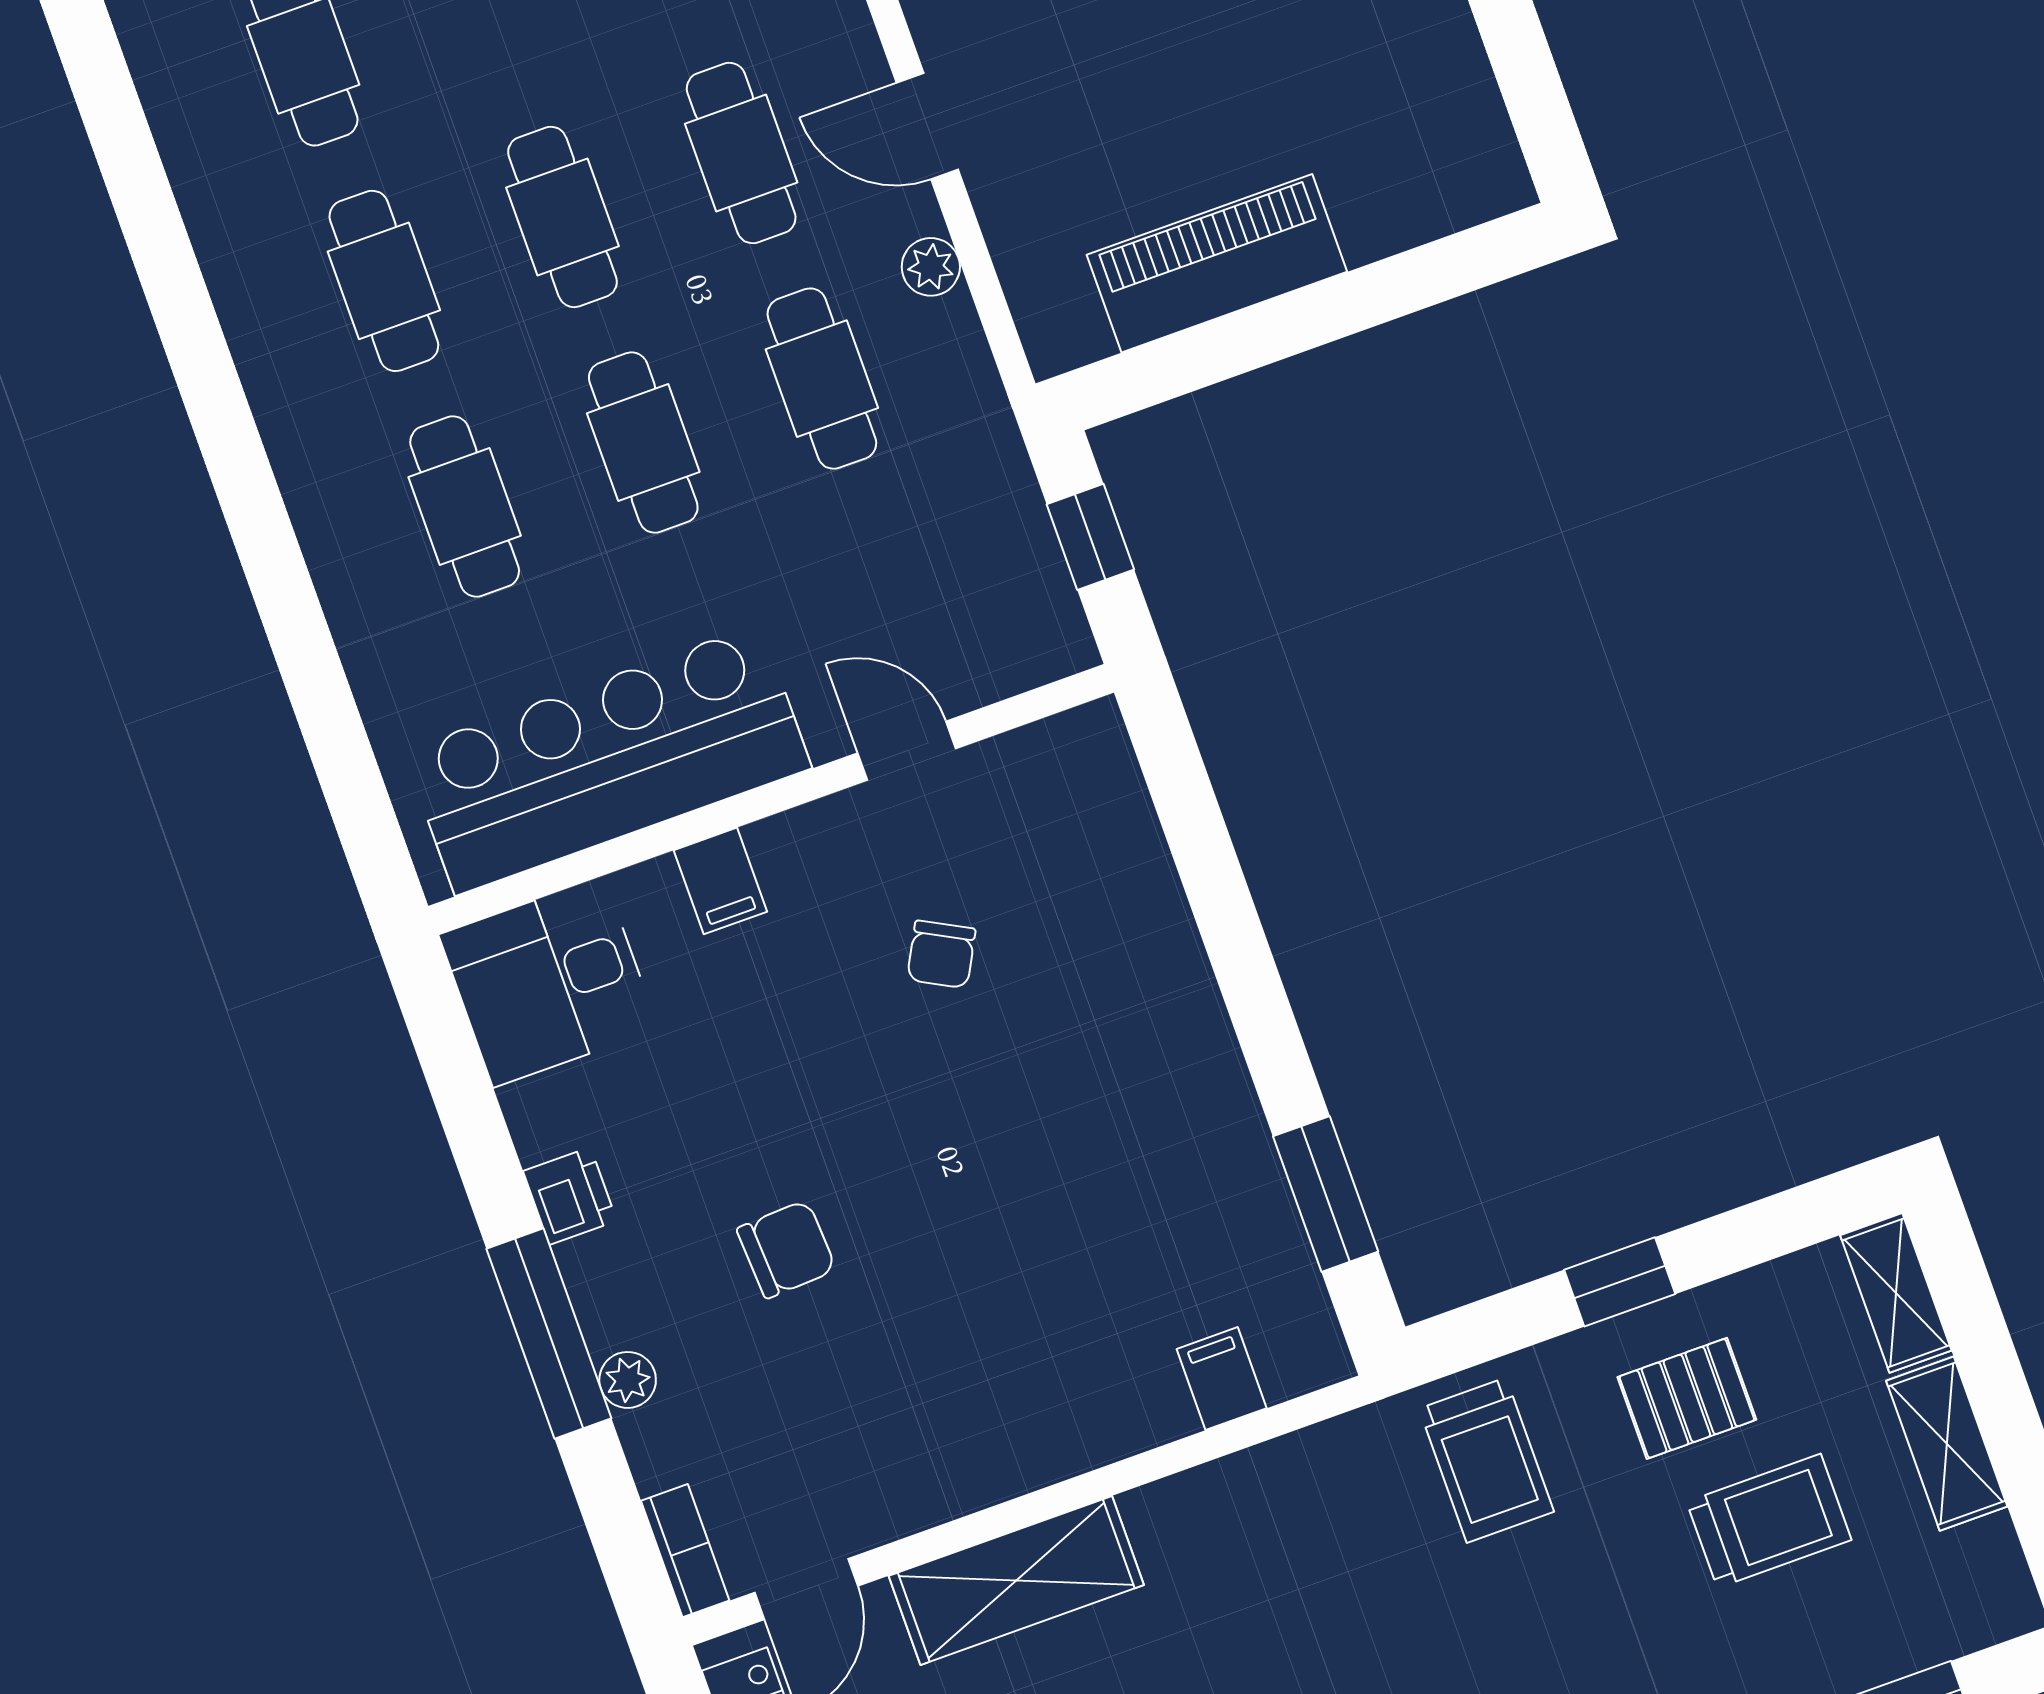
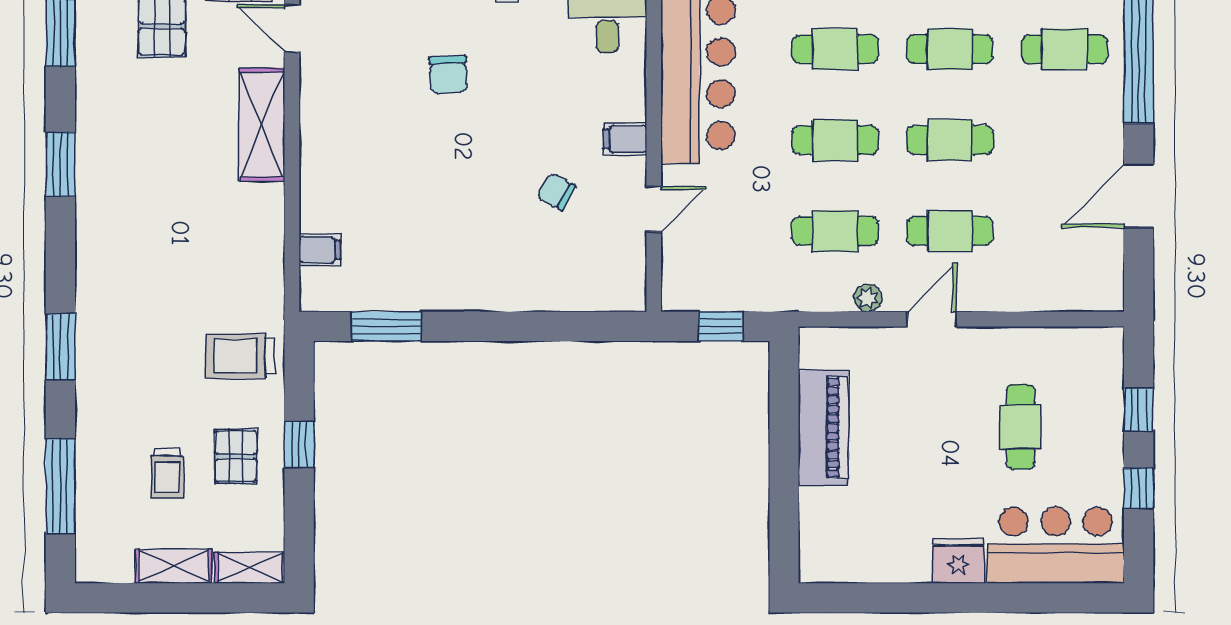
filing cabinet: (720, 881) -> (625, 139), moved
trolley: (1769, 1521) -> (167, 474), width x0.73, depth x0.72

